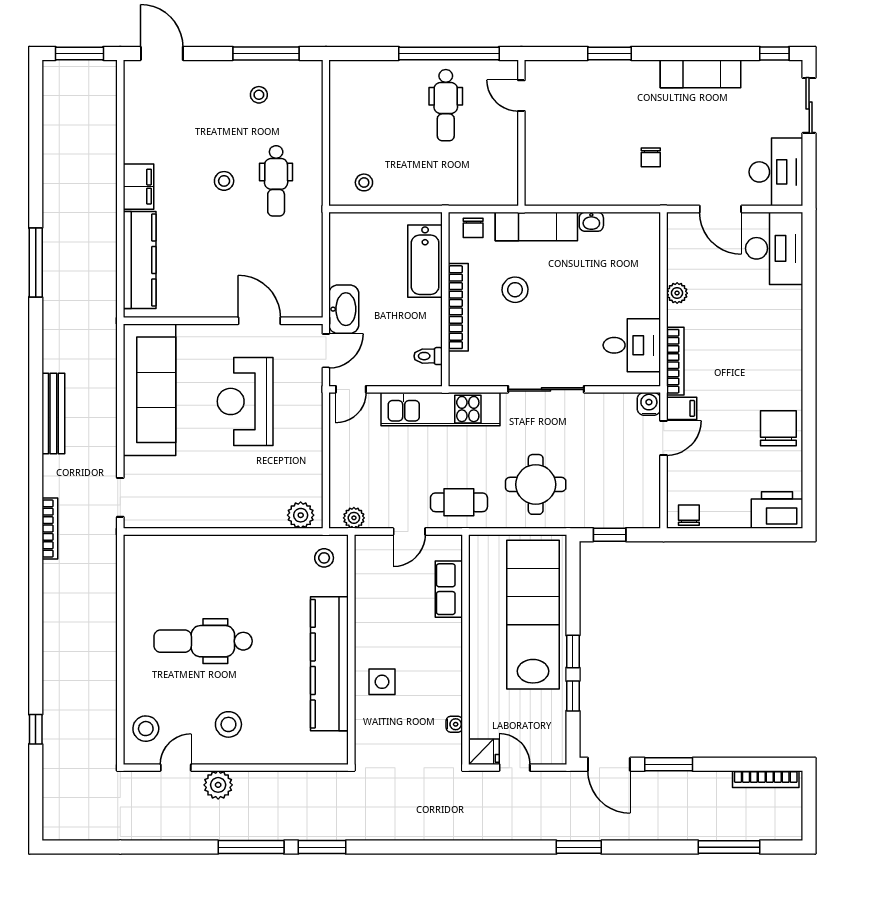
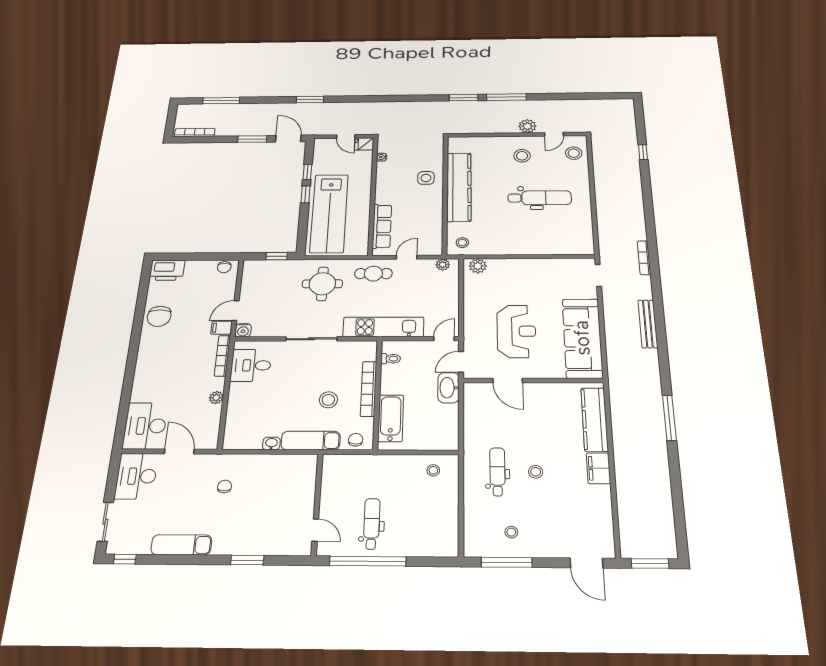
row of seats: (449, 589) -> (382, 226), width x1.48

